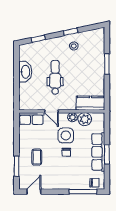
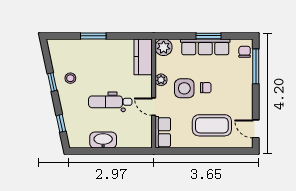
door: (51, 111) -> (154, 107), swing flipped
plant: (85, 119) -> (164, 47), moved
coffee table: (37, 157) -> (212, 125), width x1.86, depth x1.72
window: (16, 166) -> (223, 151), removed

